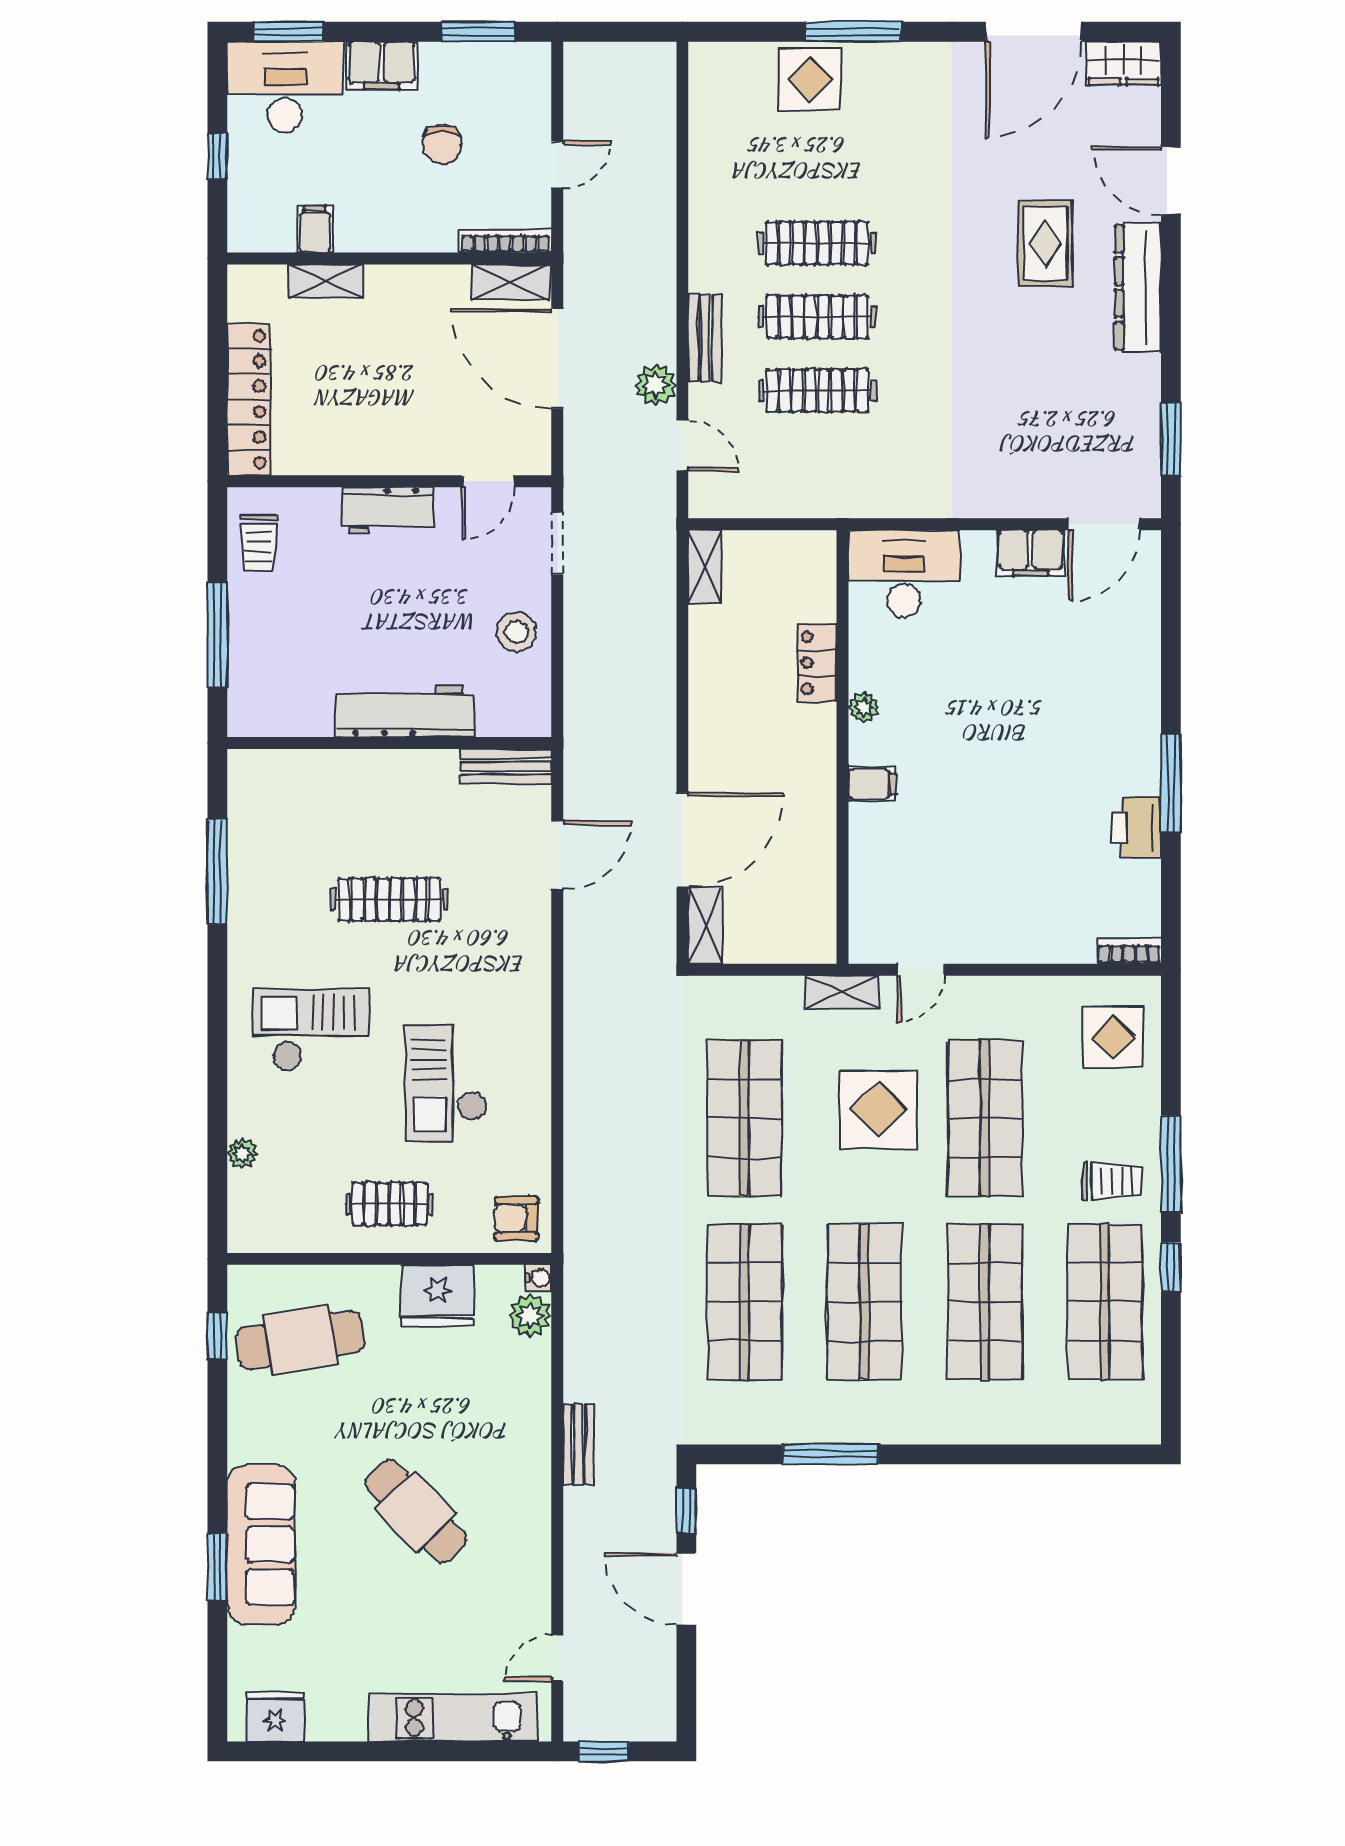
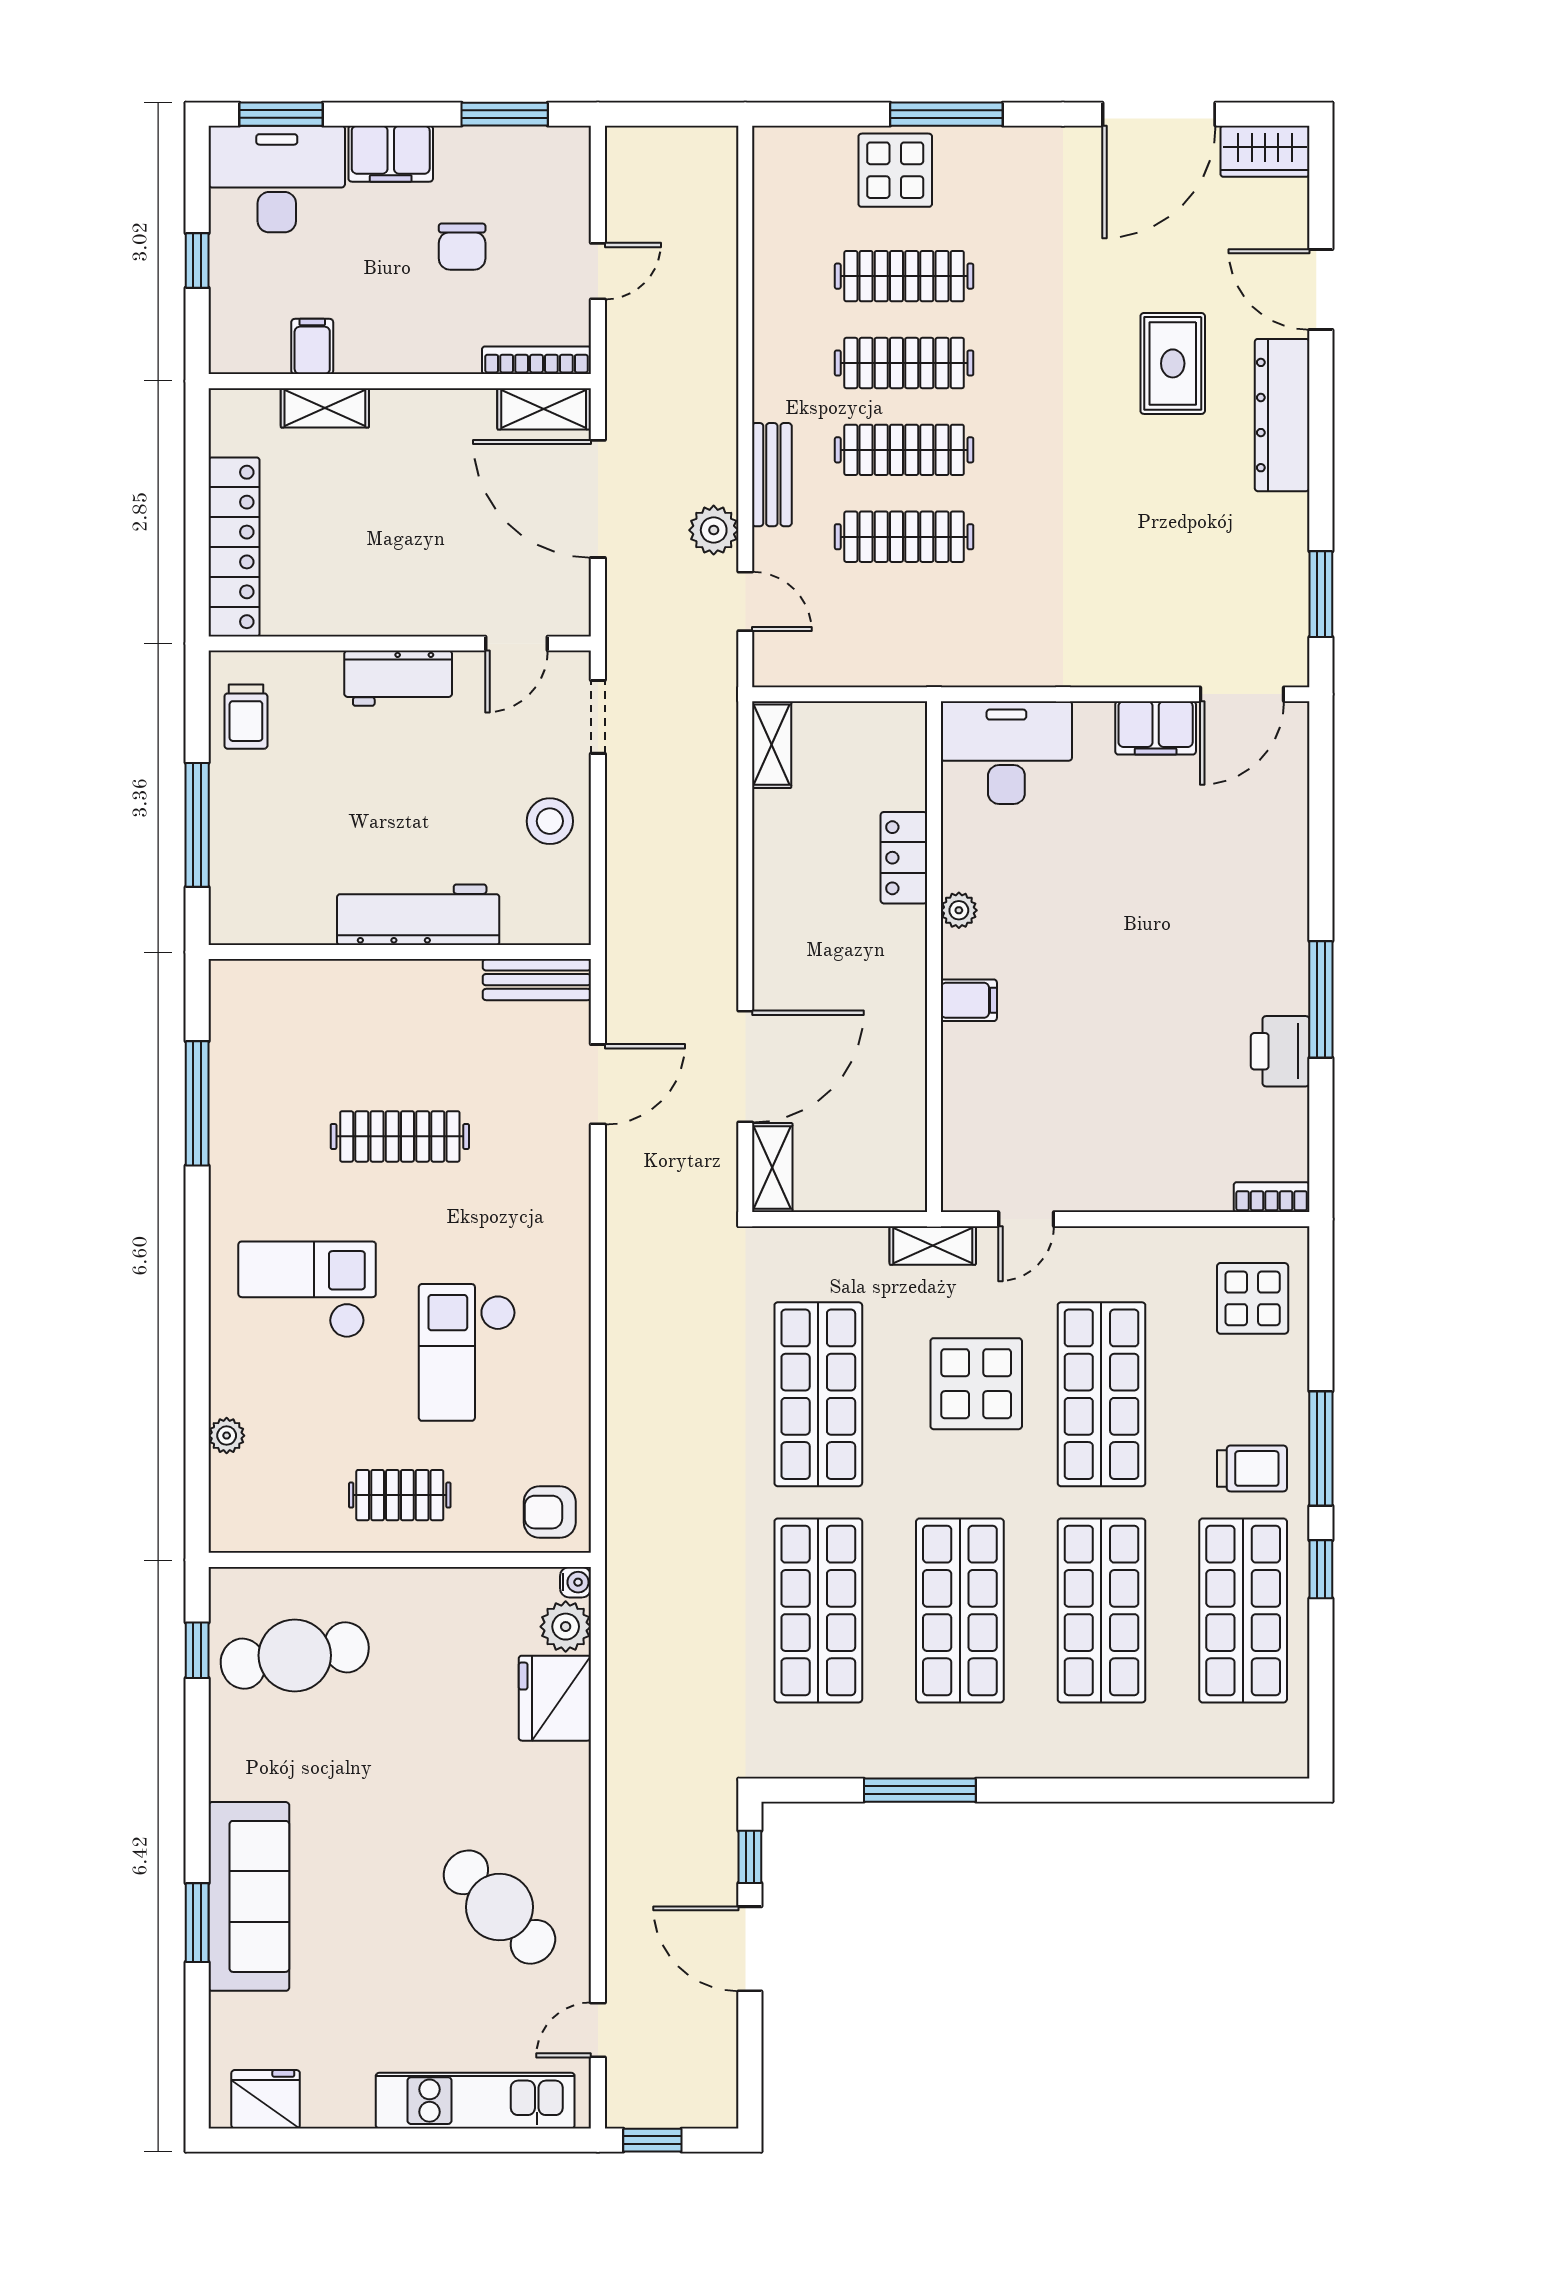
clothes rail: (817, 169) -> (904, 276), added
fridge: (437, 1295) -> (555, 1698), moved, turned 90
bench: (578, 1444) -> (623, 1778), removed
cafe table: (416, 1511) -> (499, 1907), moved

